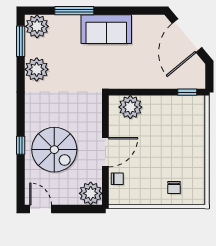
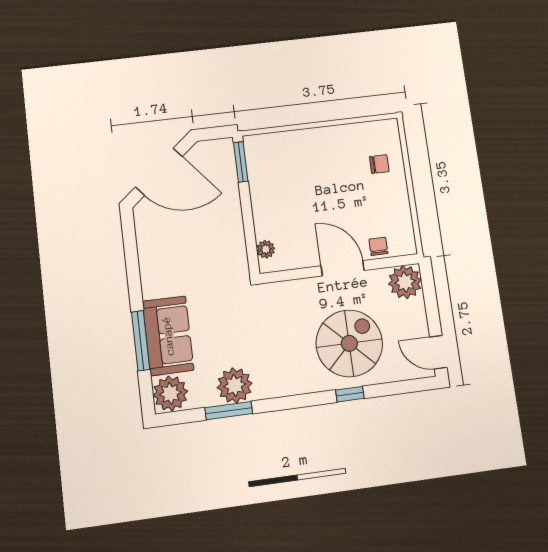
sofa: (106, 29) -> (168, 336), moved
window: (21, 41) -> (229, 411), moved
window: (187, 92) -> (241, 162), width x1.50
plant: (130, 107) -> (266, 249), width x0.53, depth x0.53
door: (41, 209) -> (438, 352), hinge flipped

